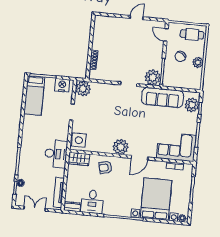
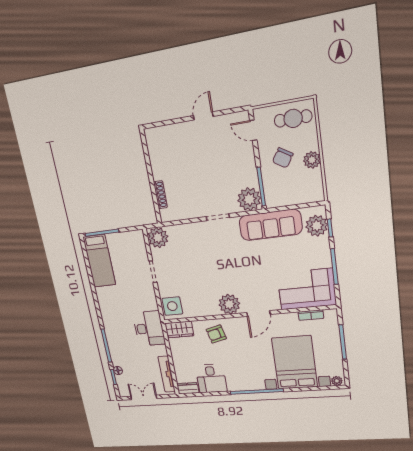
nightstand: (62, 85) -> (130, 239), removed

